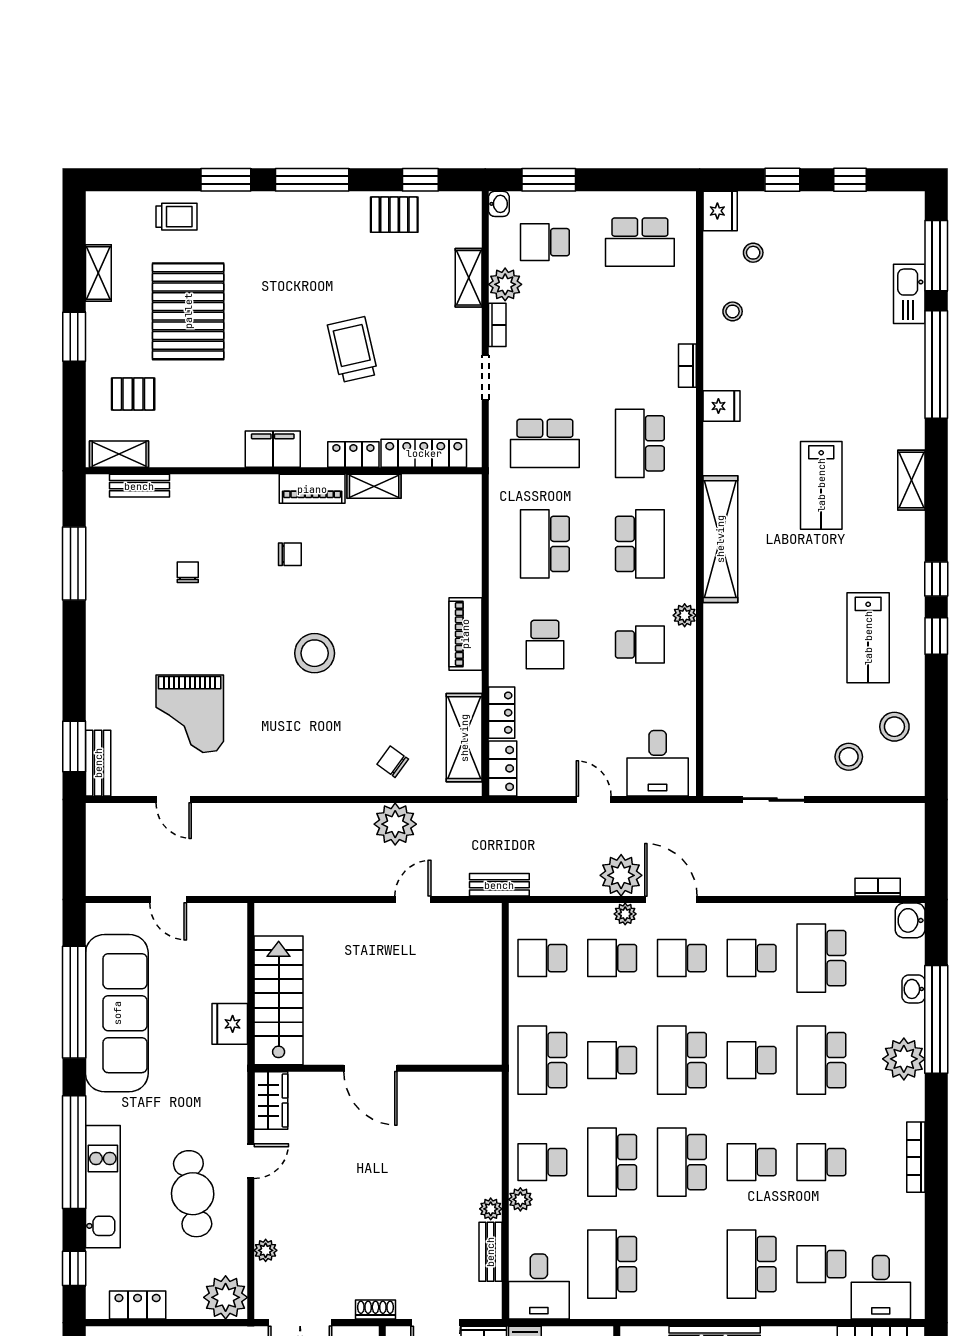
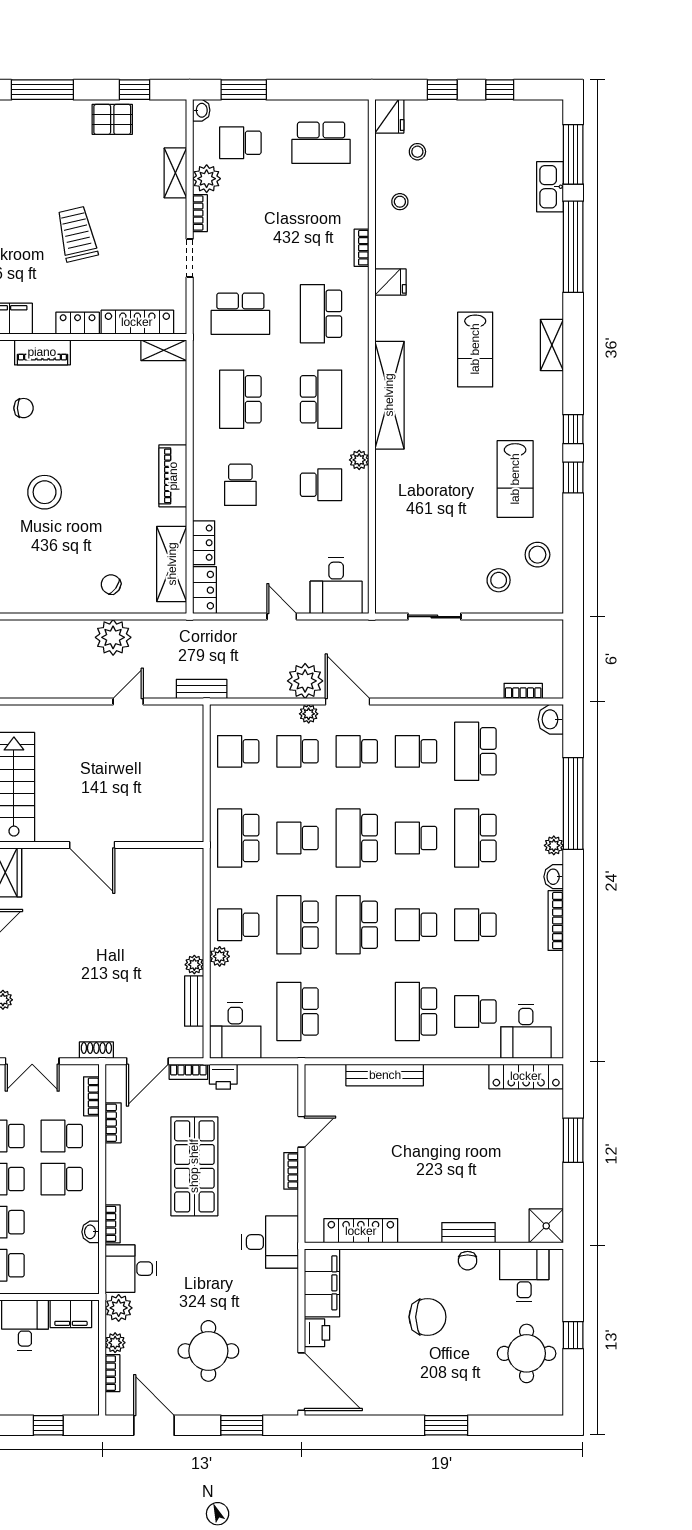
shelving: (374, 486) -> (164, 350), moved
washbasin: (913, 989) -> (554, 877), moved
plant: (904, 1059) -> (554, 845), width x0.53, depth x0.53

